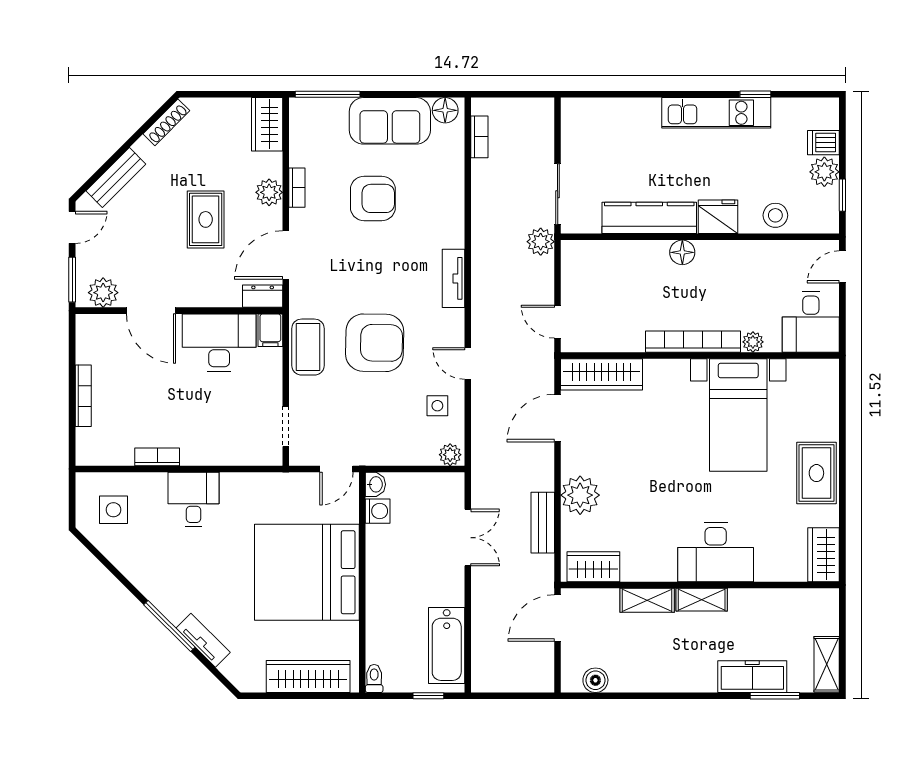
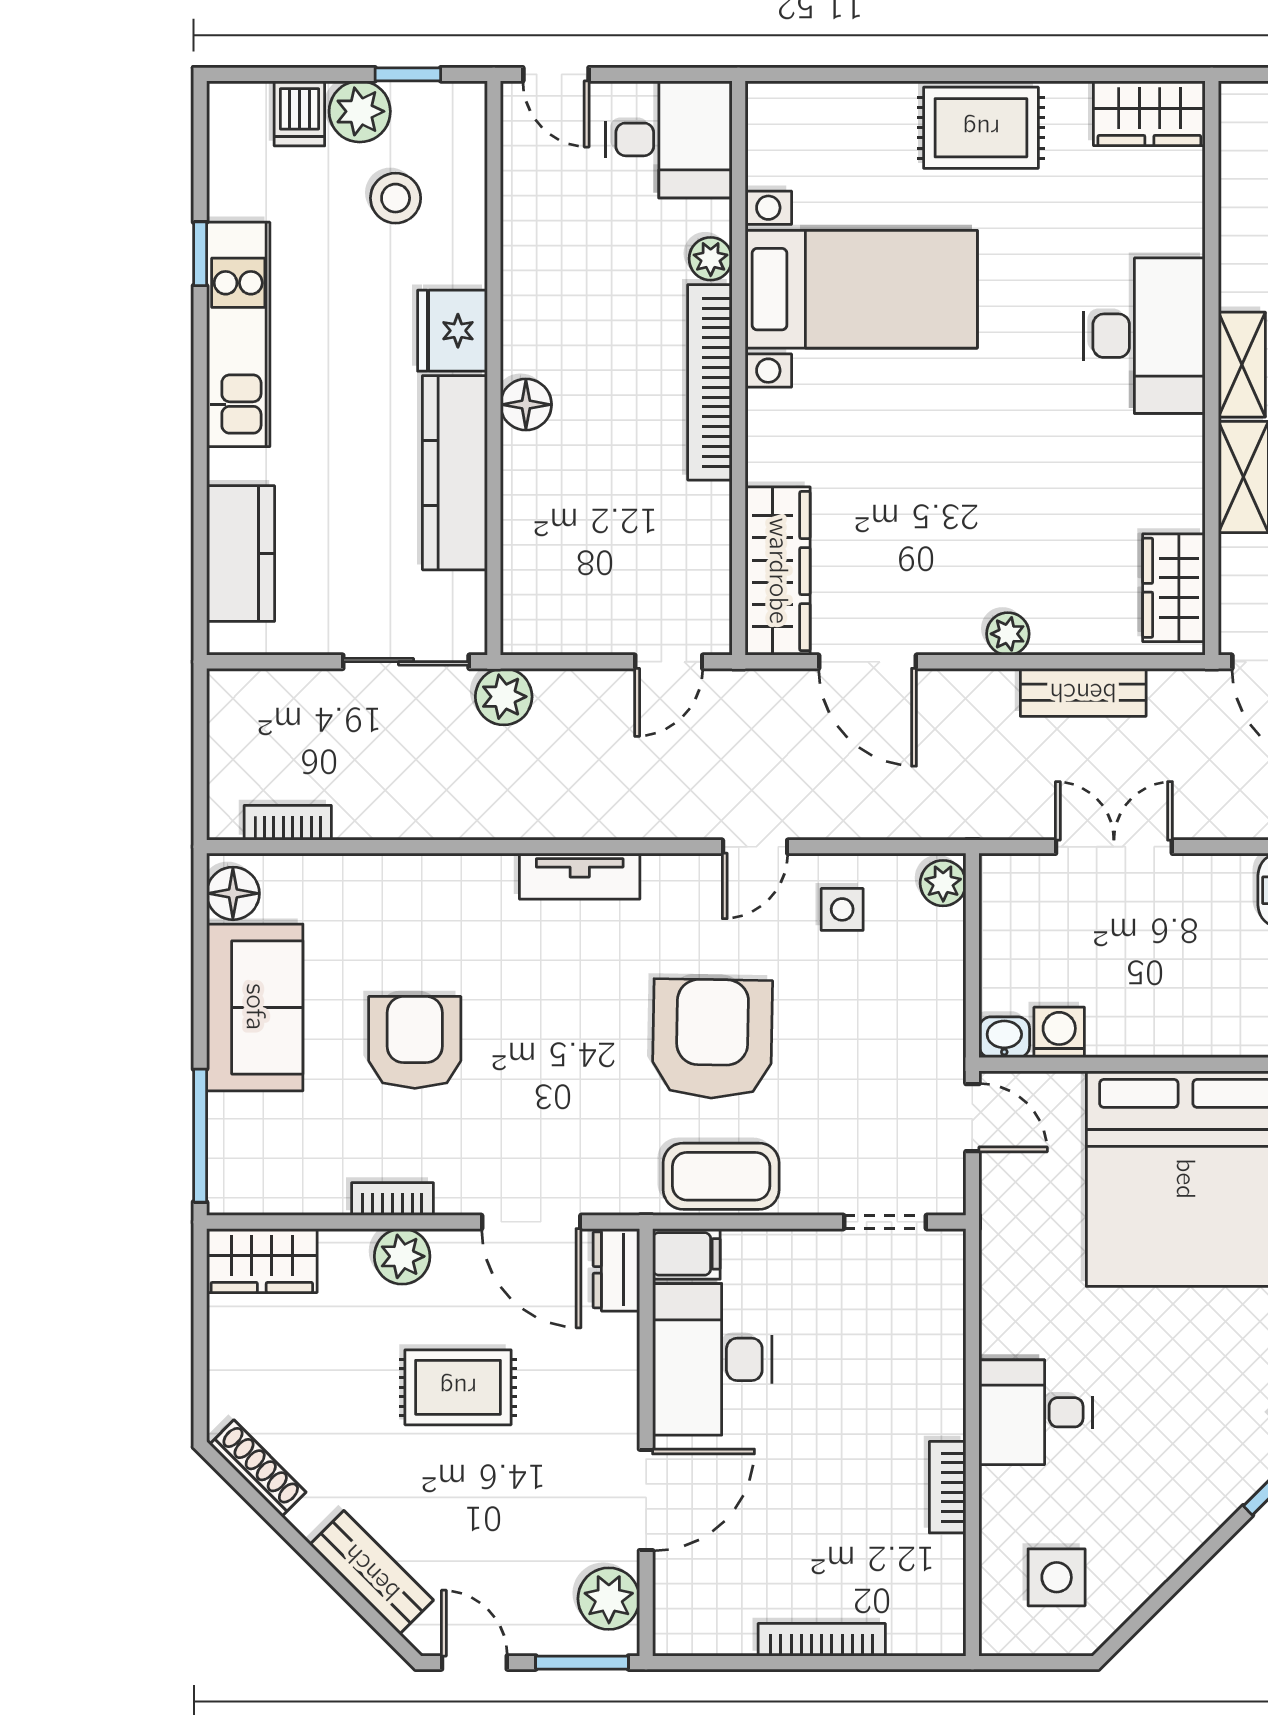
kitchen counter: (610, 114) -> (241, 554), added
stool: (775, 215) -> (396, 198), moved
plant: (580, 495) -> (1008, 634), width x0.53, depth x0.53

